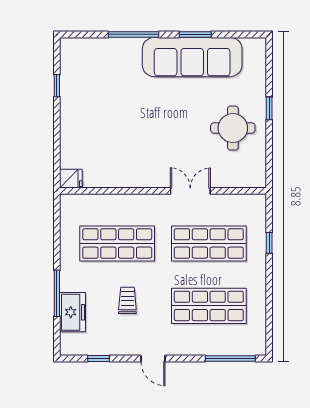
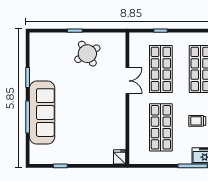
sofa: (192, 57) -> (42, 113), moved
round table: (233, 128) -> (87, 54), turned -31
double door: (190, 191) -> (127, 81), swing flipped

